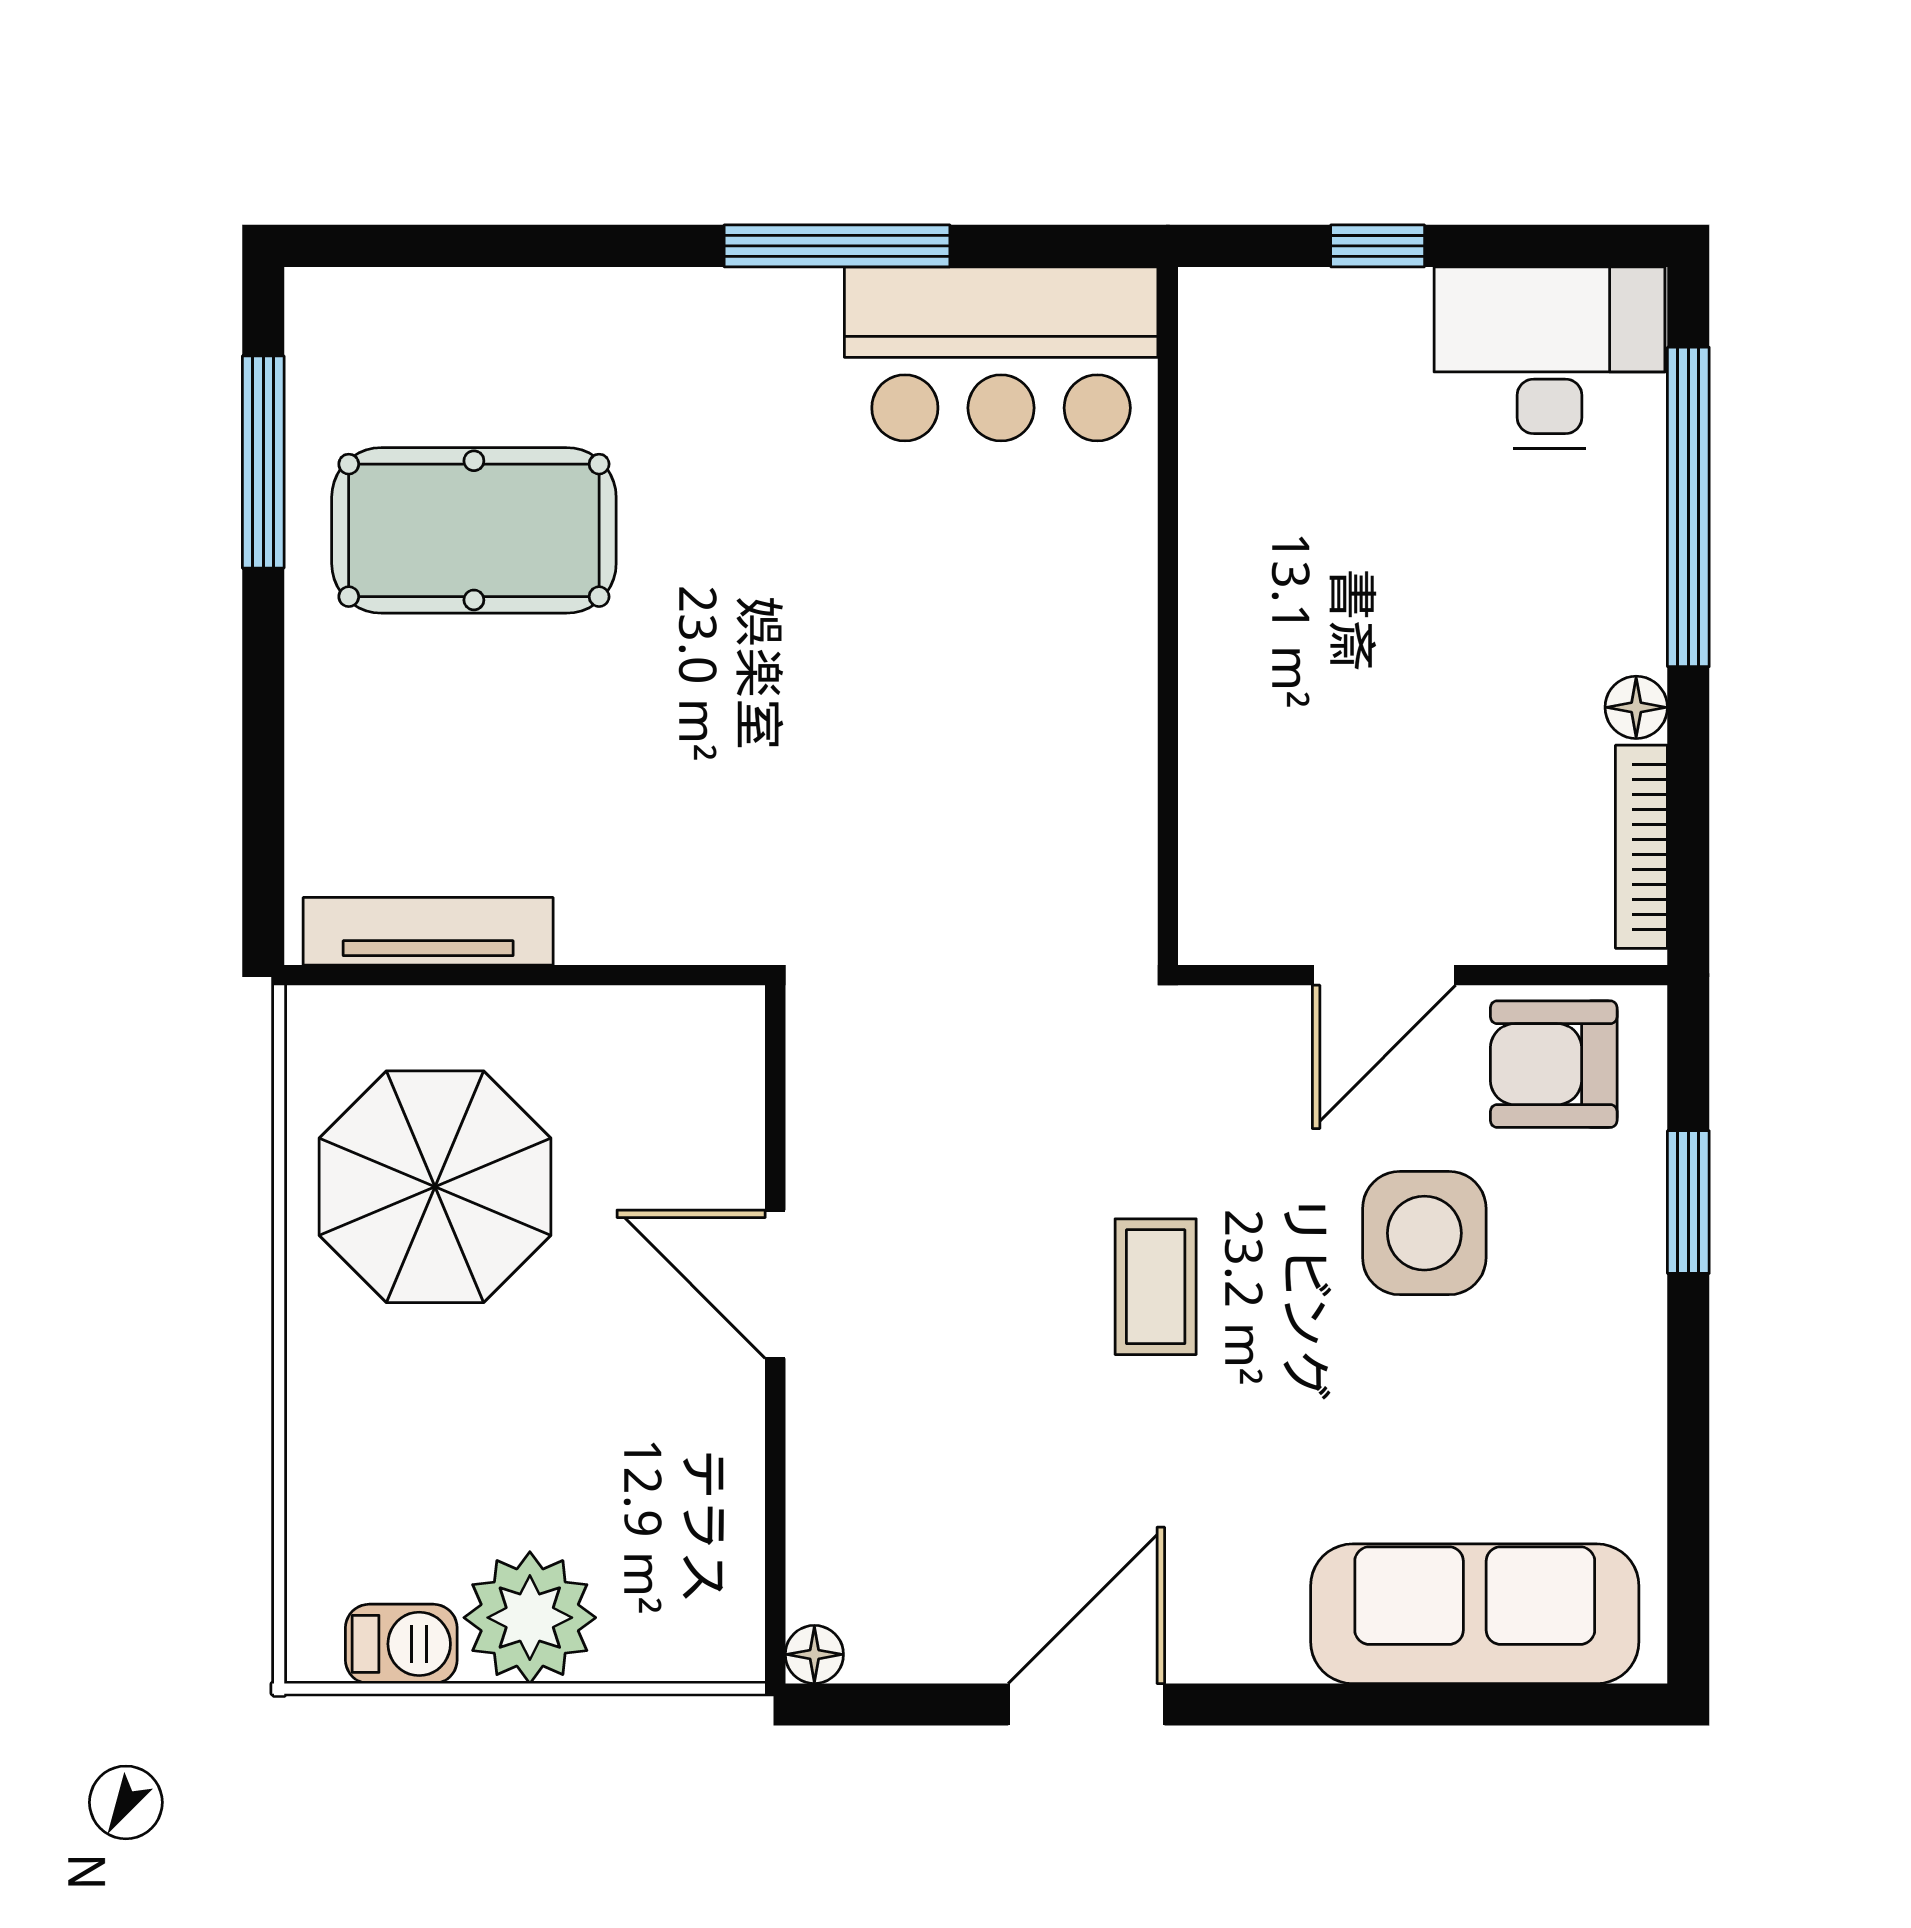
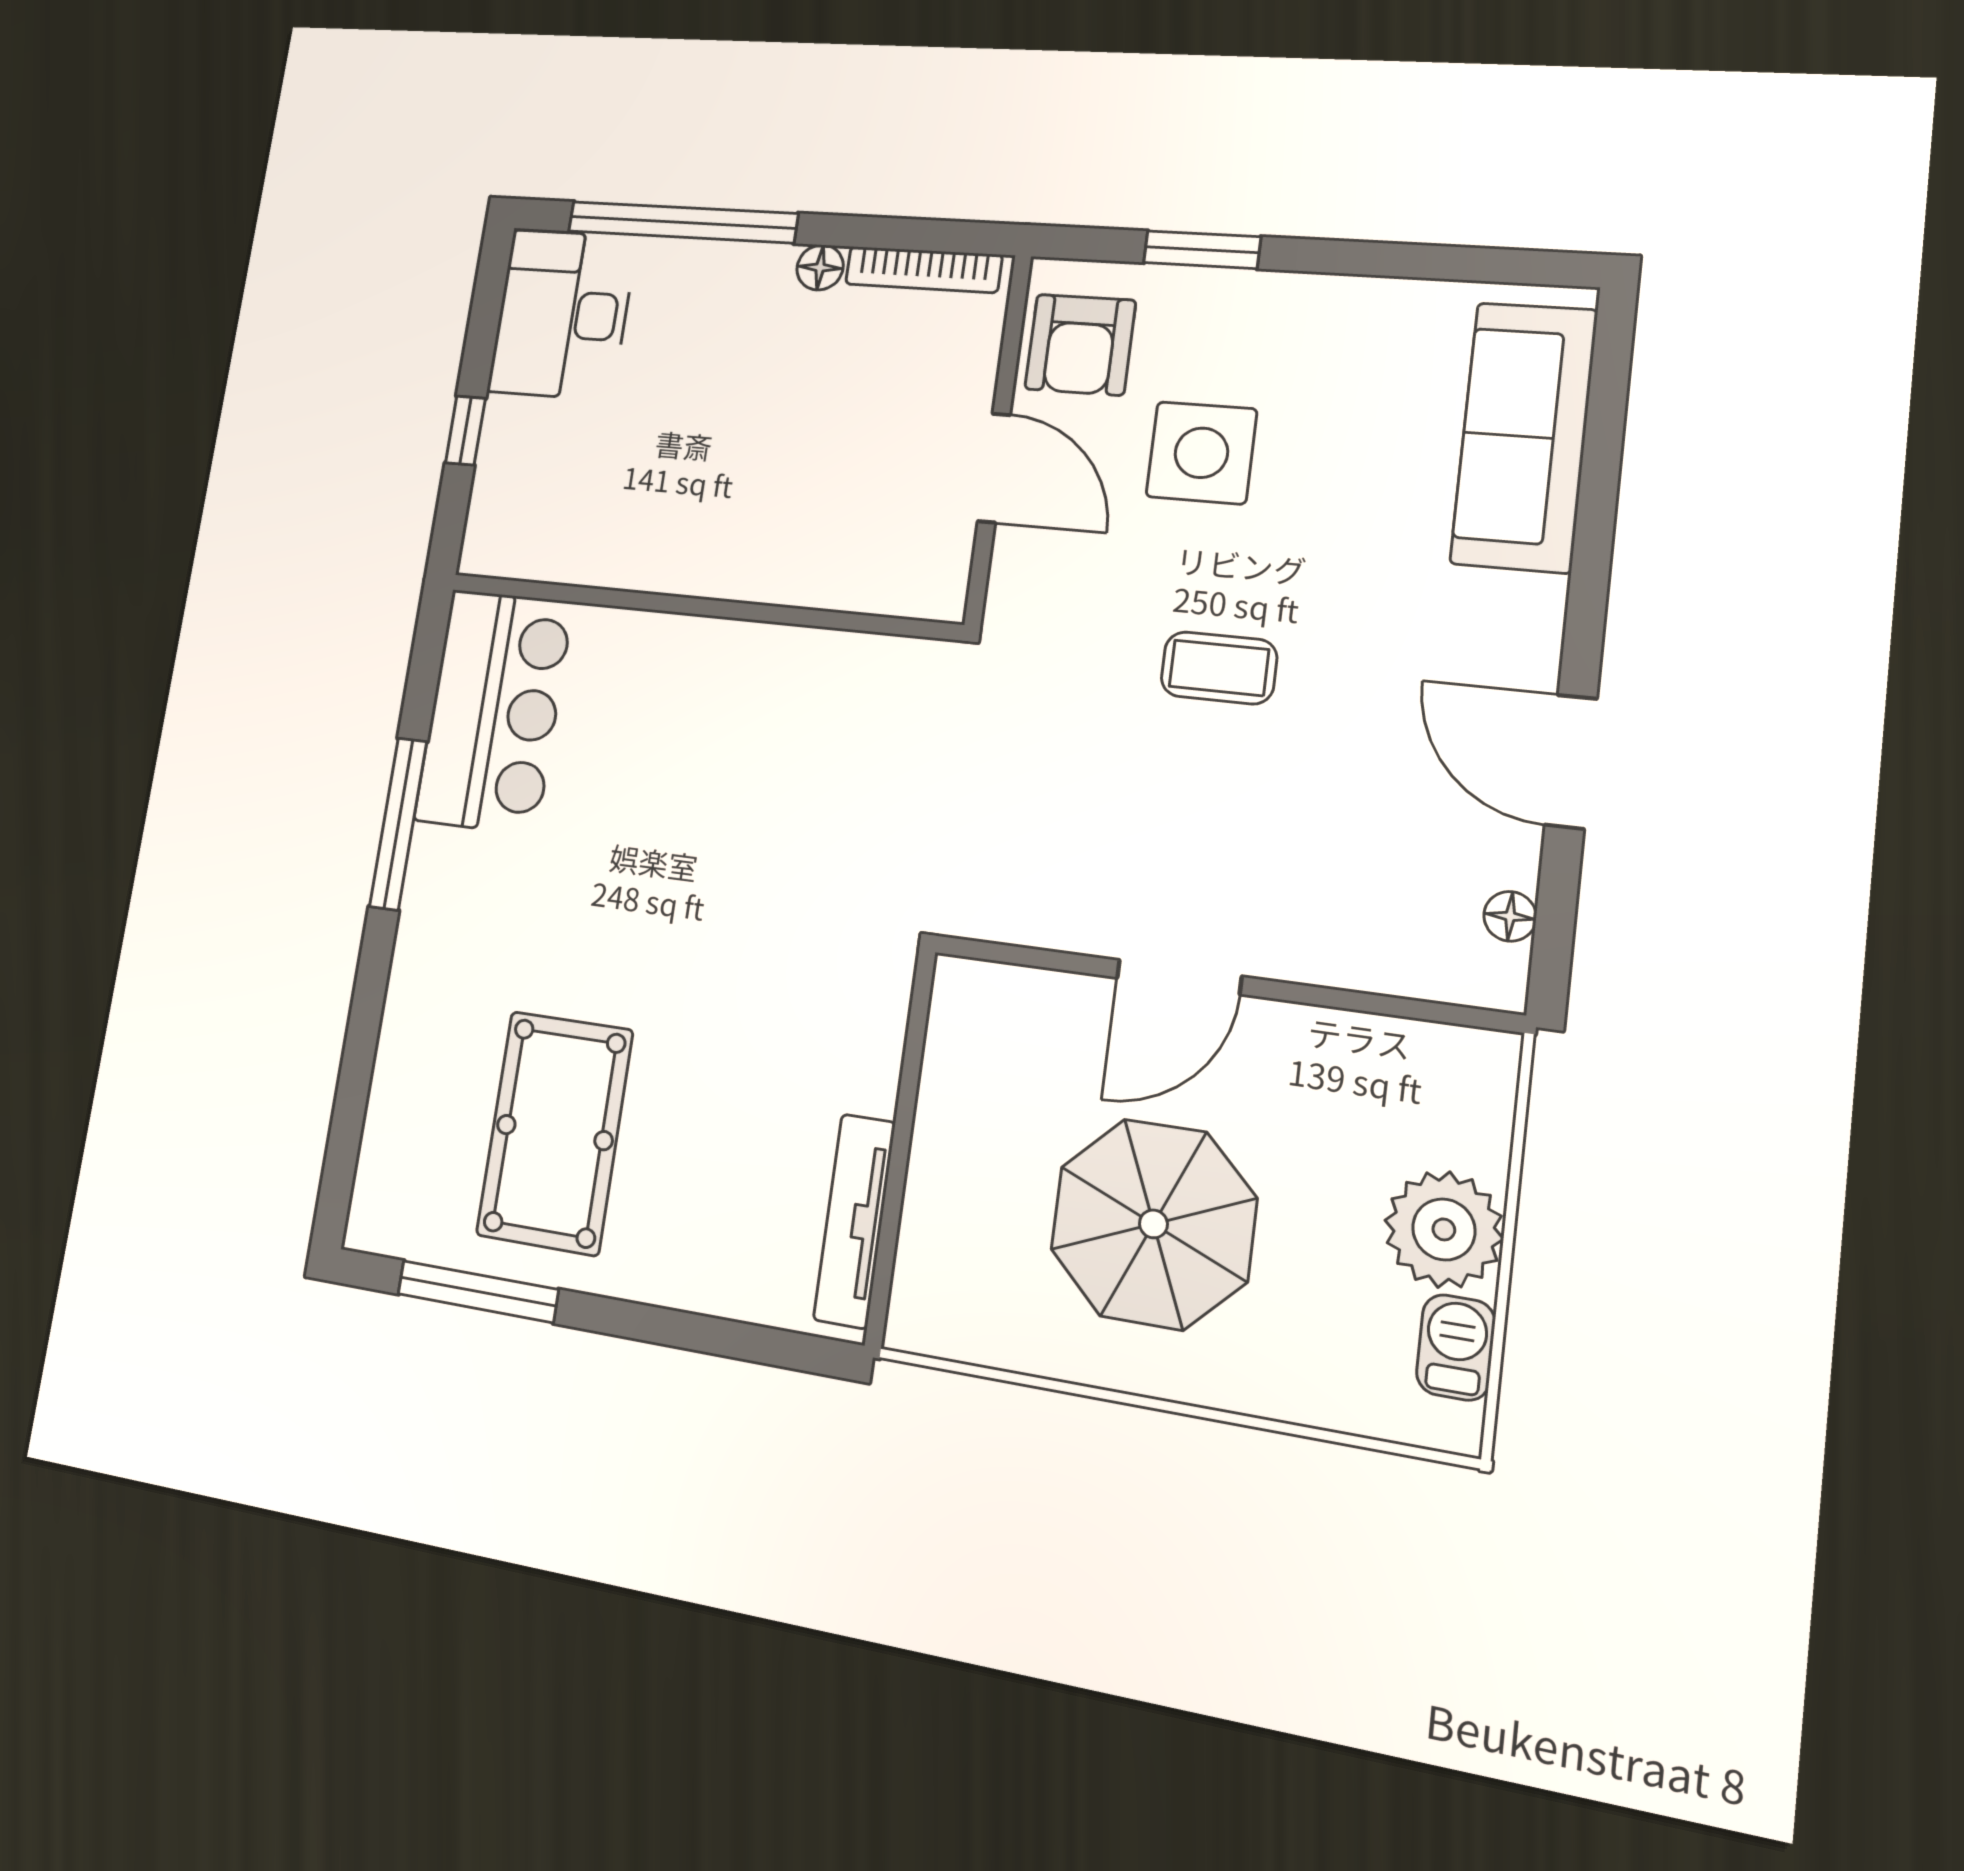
parasol: (435, 1187) -> (1153, 1224), moved
floor lamp: (814, 1654) -> (1510, 916), moved

